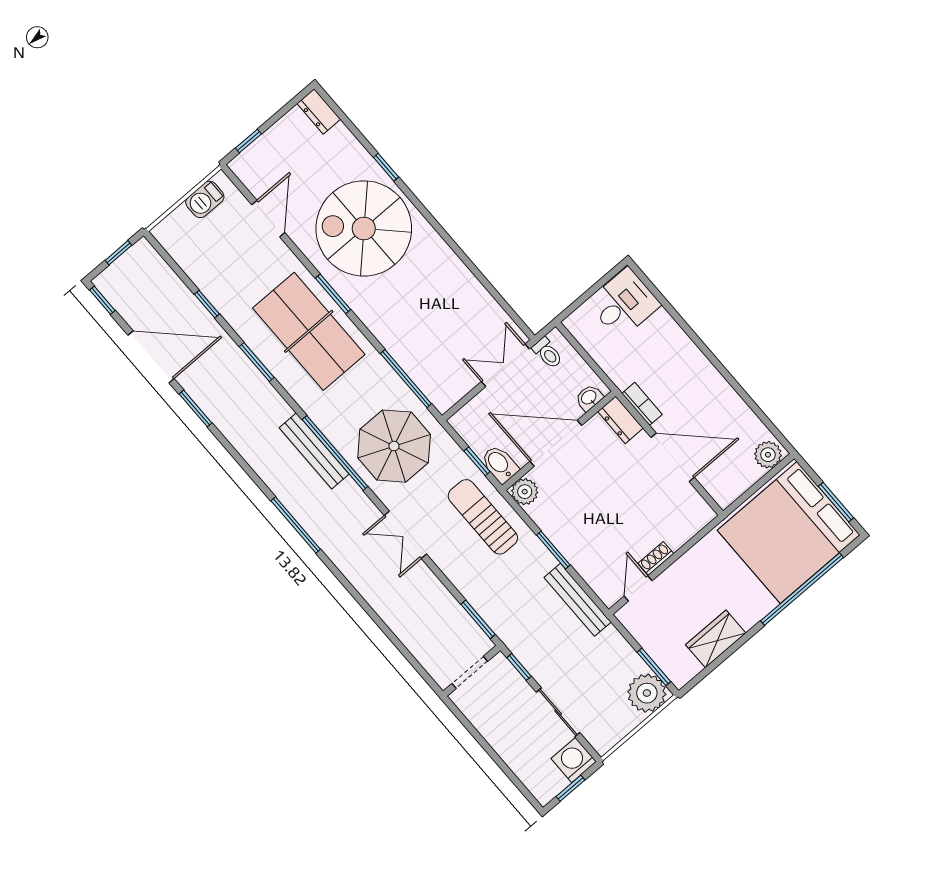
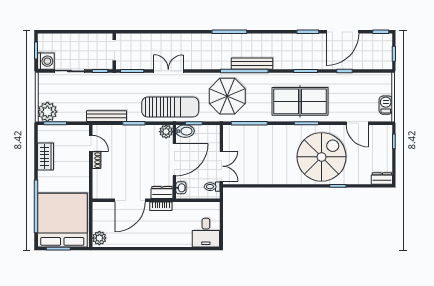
sun lounger: (483, 517) -> (170, 107), width x1.36, depth x1.34
double door: (405, 535) -> (168, 71), moved

